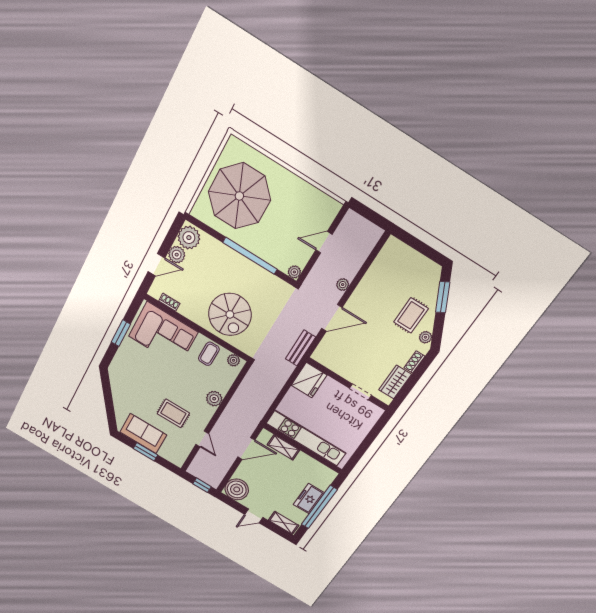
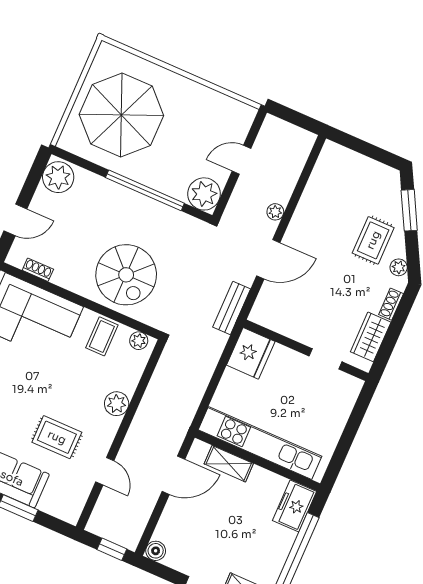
plant: (177, 255) -> (43, 202), removed
plant: (294, 272) -> (204, 194), width x1.87, depth x1.87
boiler: (237, 489) -> (156, 551), width x0.54, depth x0.54
freezer: (309, 499) -> (294, 506), moved

